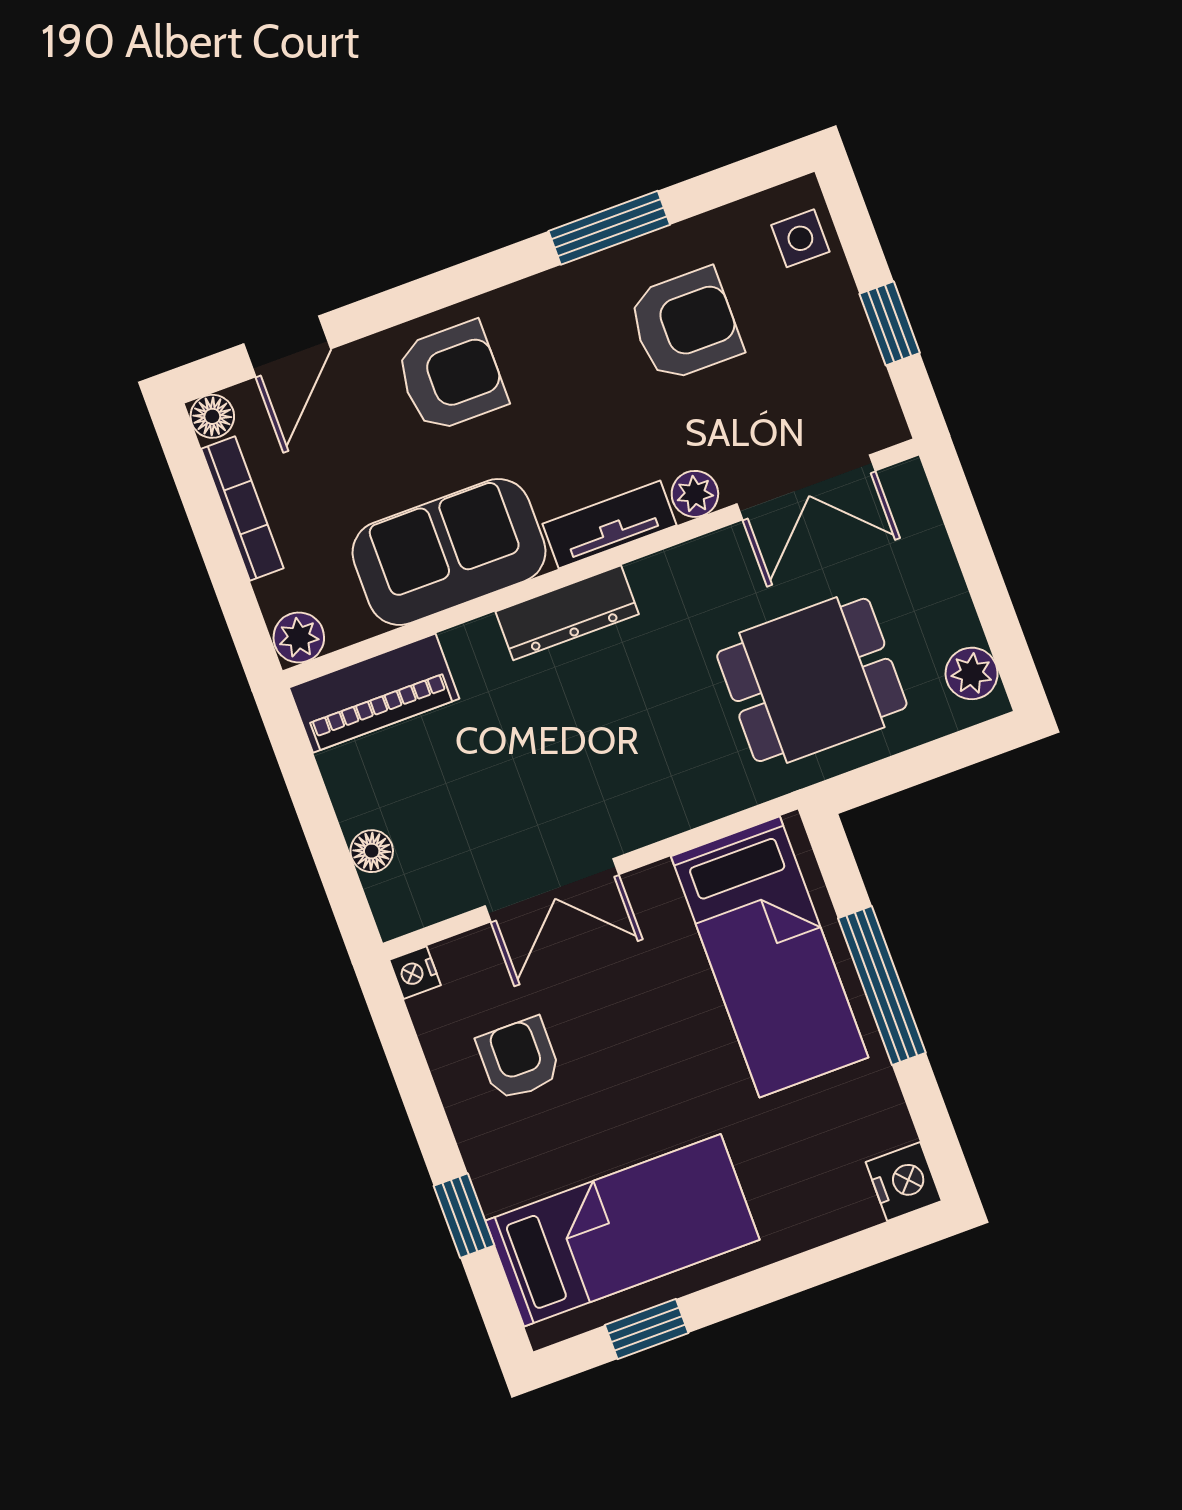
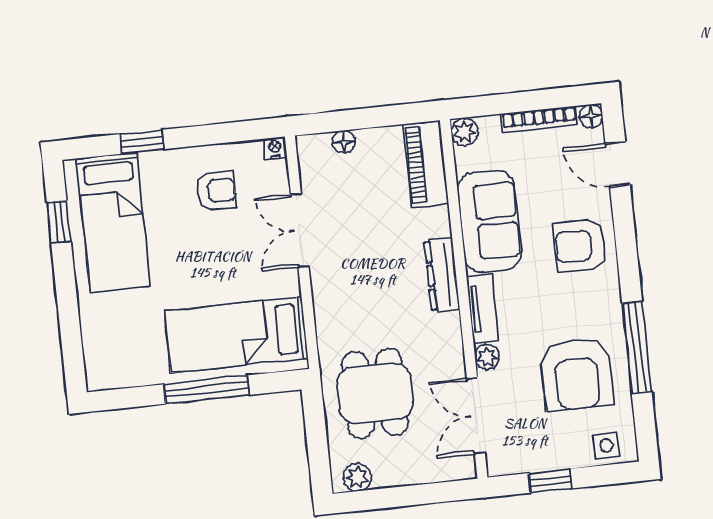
window: (609, 228) -> (637, 347), width x1.44
armchair: (685, 325) -> (577, 374), width x1.36, depth x1.36
armchair: (451, 377) -> (580, 245), turned 90
nightstand: (904, 1181) -> (102, 375), removed

